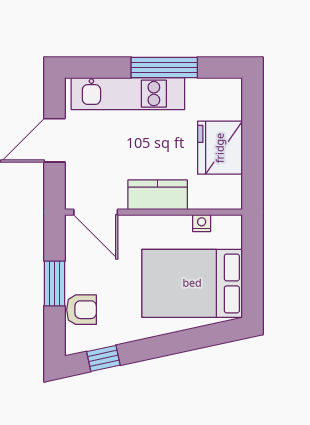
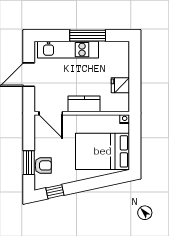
fridge: (220, 148) -> (120, 85), width x0.53, depth x0.75
nightstand: (202, 223) -> (125, 119), moved
window: (54, 284) -> (29, 163), moved

